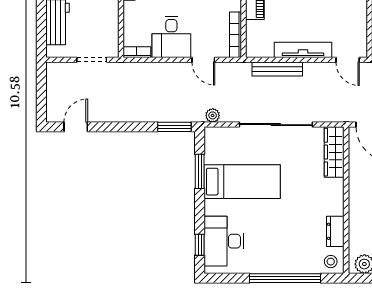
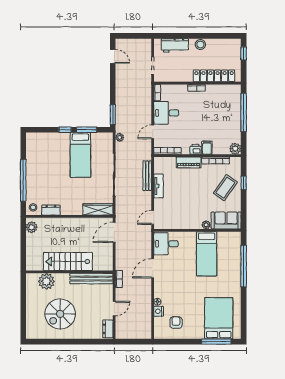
tv unit: (303, 50) -> (159, 186), width x0.71
desk: (224, 241) -> (45, 144), removed
window: (200, 245) -> (65, 130), moved

